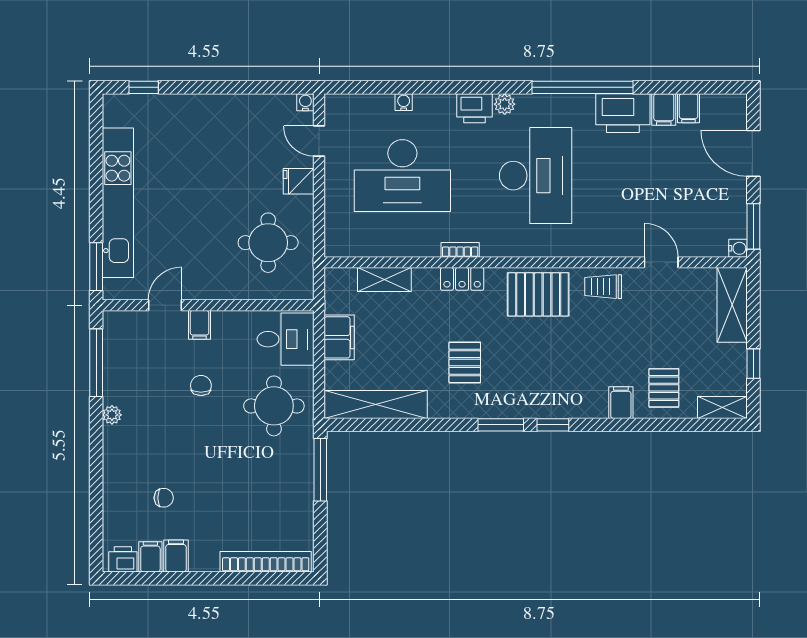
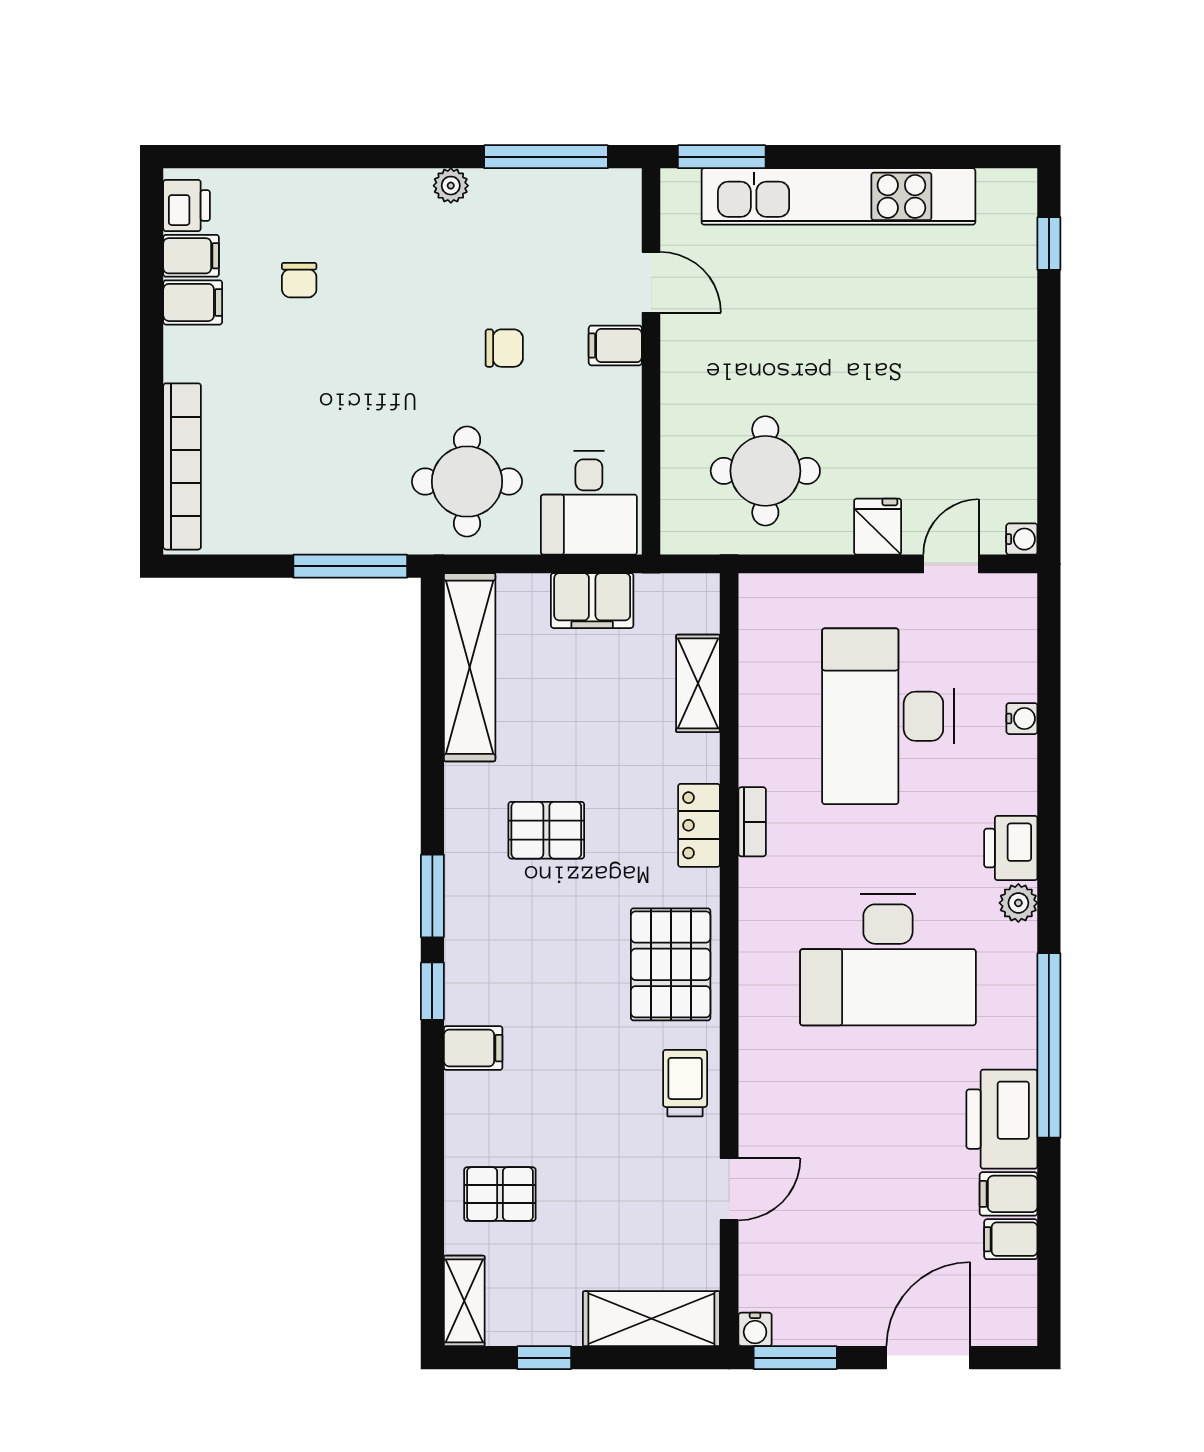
filing cabinet: (621, 403) -> (473, 1048), moved

